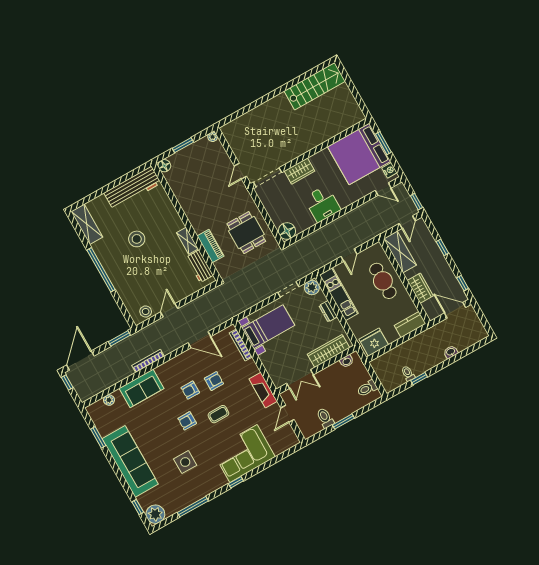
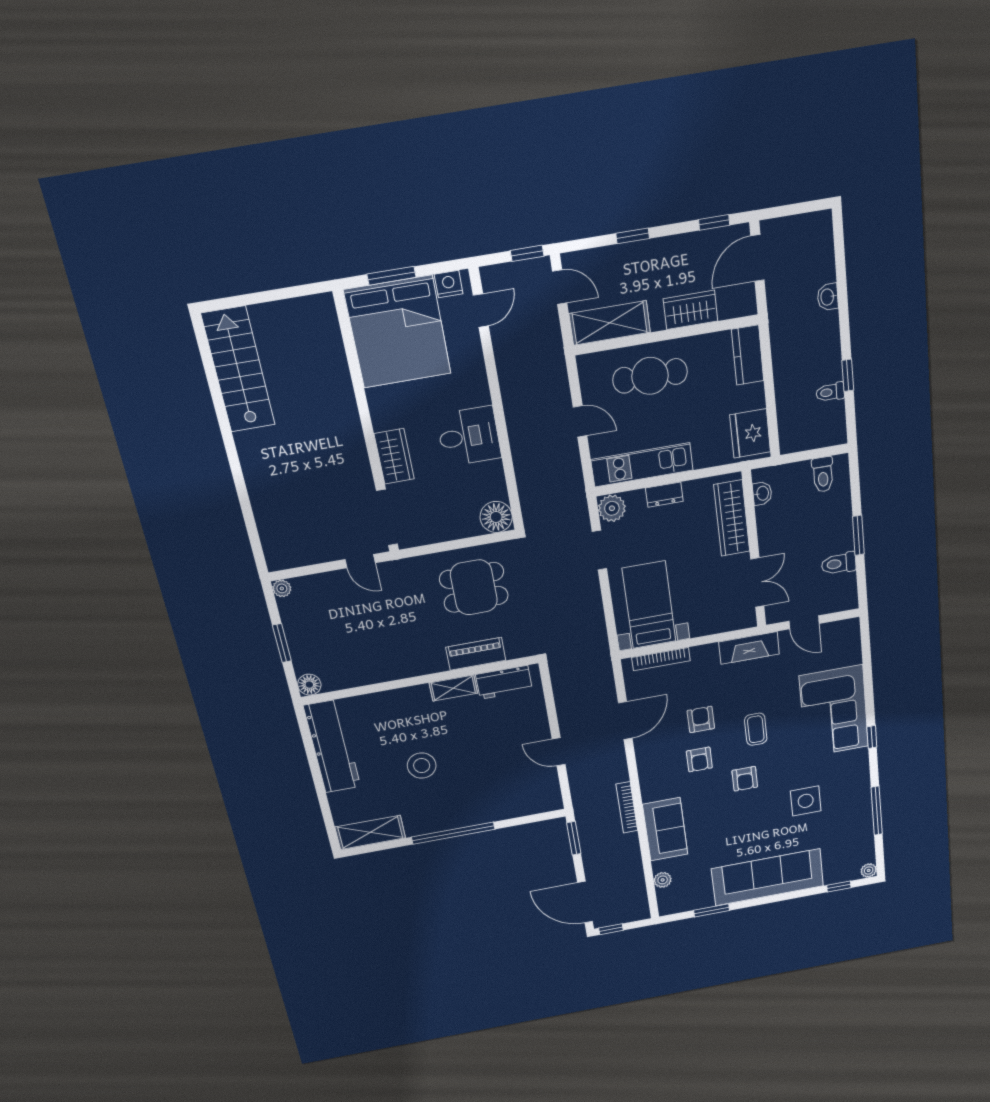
stool: (146, 312) -> (547, 788), removed
plant: (155, 514) -> (869, 870), width x0.53, depth x0.53

